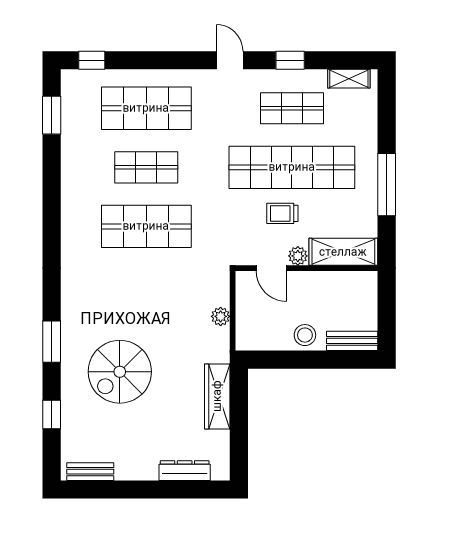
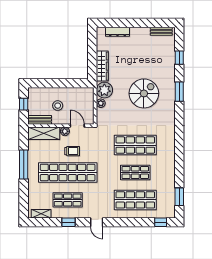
window: (387, 315) -> (24, 104), added
stool: (305, 335) -> (58, 106), moved
bench: (352, 341) -> (40, 120), moved
plant: (213, 345) -> (104, 90), added
spiral stairs: (120, 372) -> (144, 93), moved

